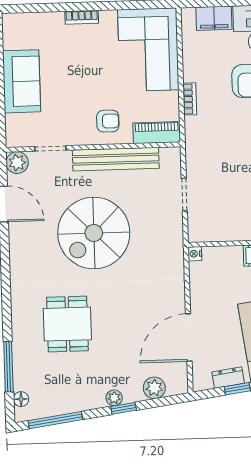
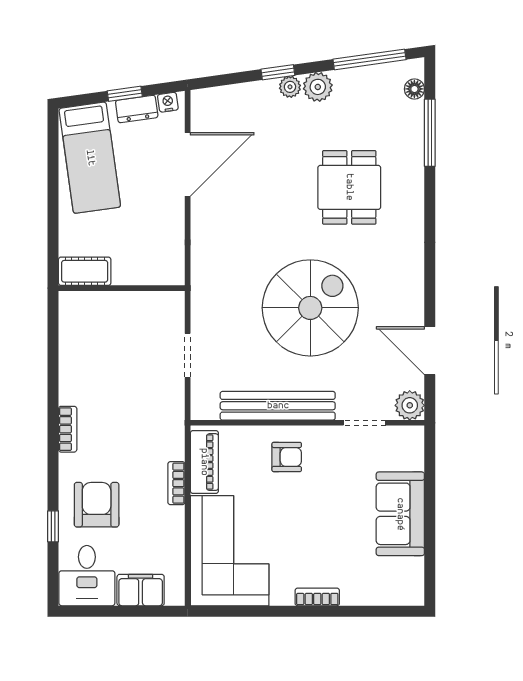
armchair: (108, 121) -> (287, 457), turned 180
piano: (157, 133) -> (204, 462), moved, turned -90
nightstand: (195, 254) -> (168, 102), moved, turned -98
plant: (154, 388) -> (318, 87), moved

